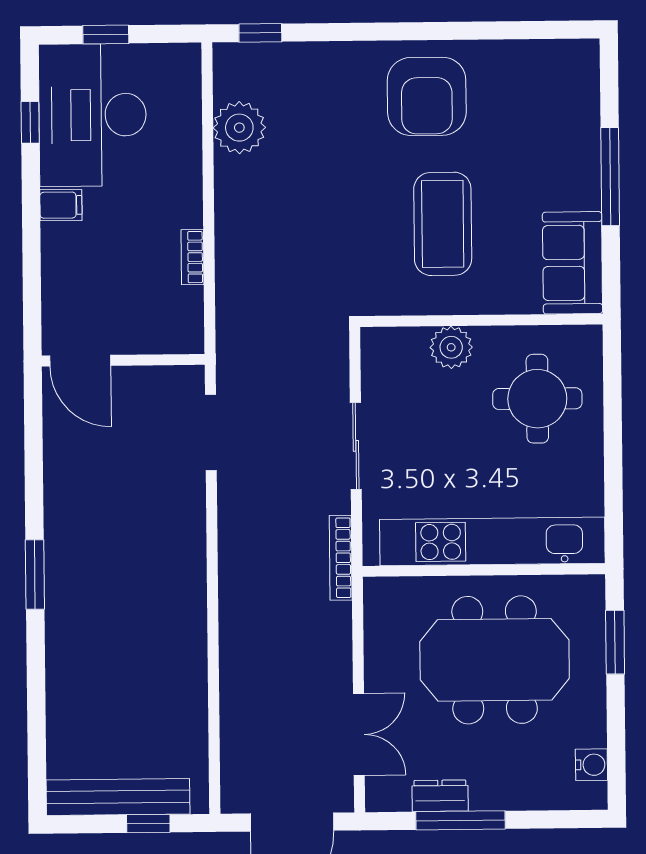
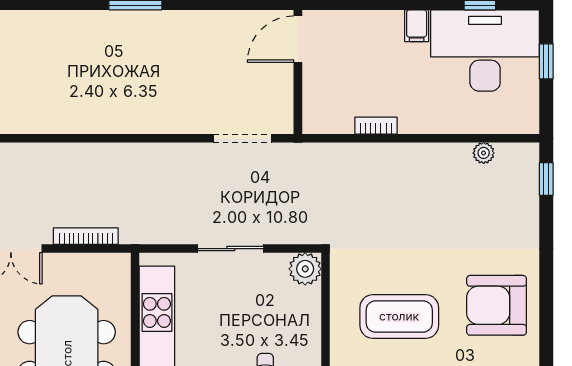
plant: (239, 128) -> (484, 153), width x0.53, depth x0.53
plant: (451, 347) -> (305, 269), moved
bookcase: (341, 558) -> (86, 236), moved

